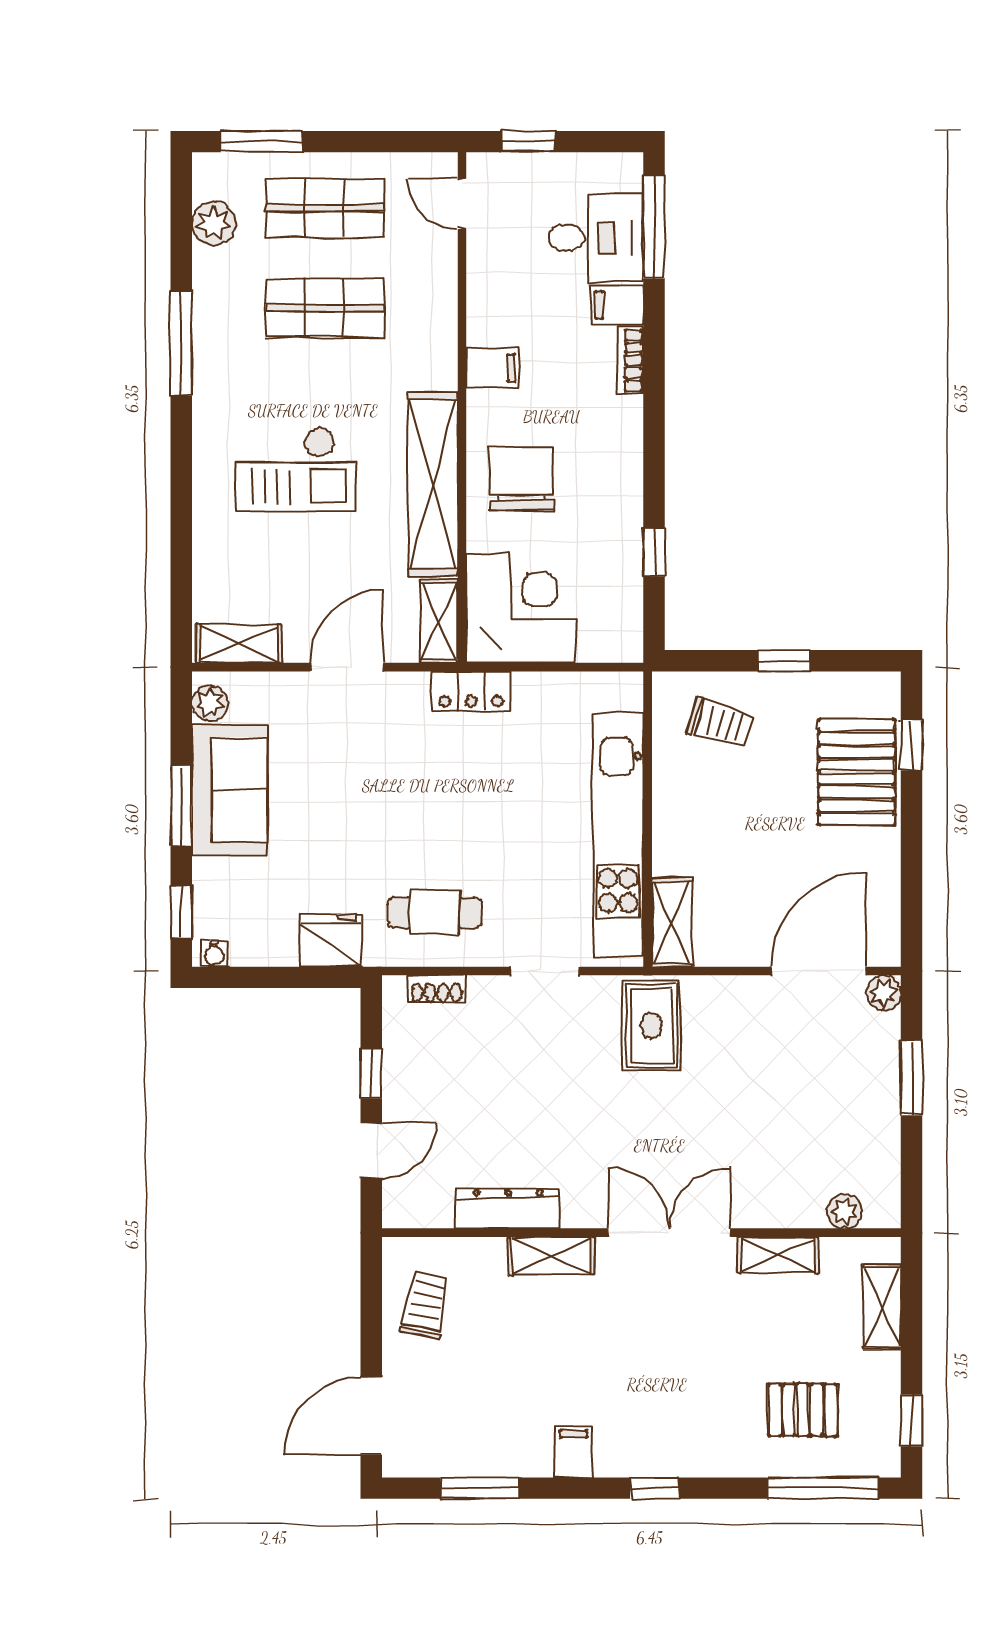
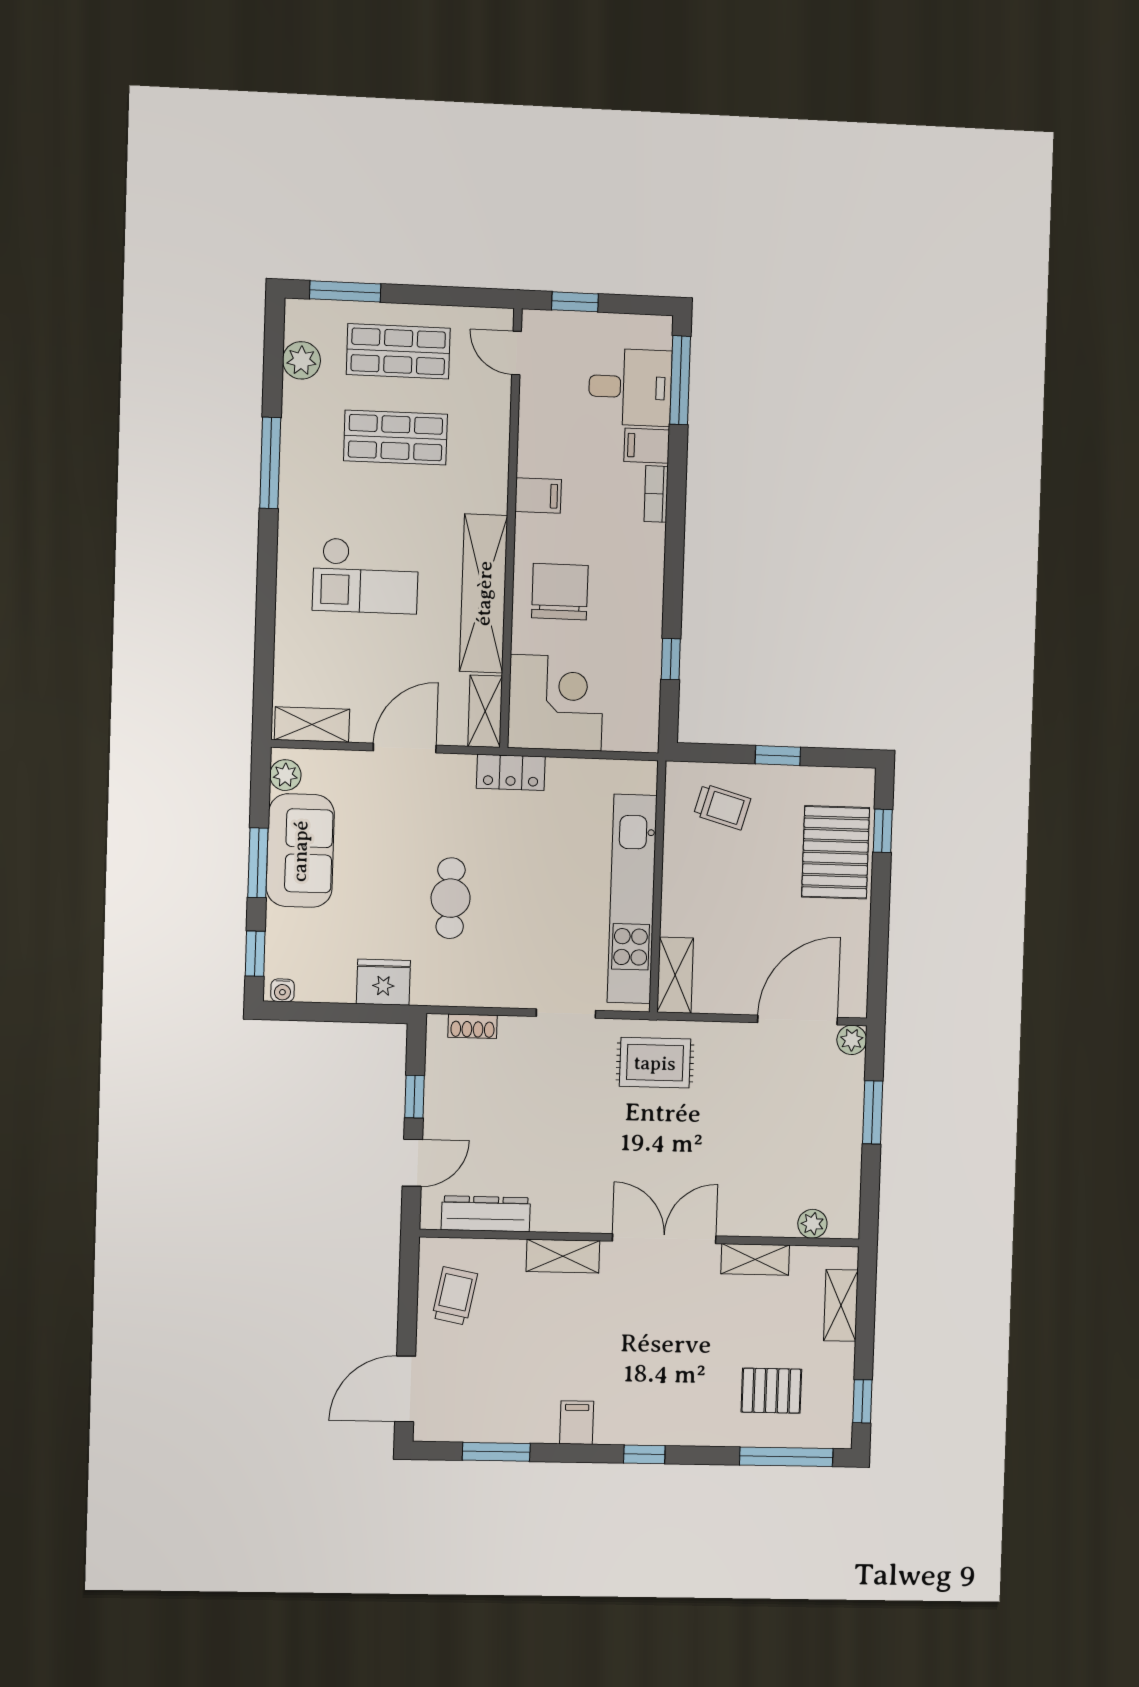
cafe table: (435, 913) -> (451, 898), moved, turned 90
rug: (652, 1026) -> (655, 1063), turned 90
dresser: (508, 1208) -> (486, 1214), moved

